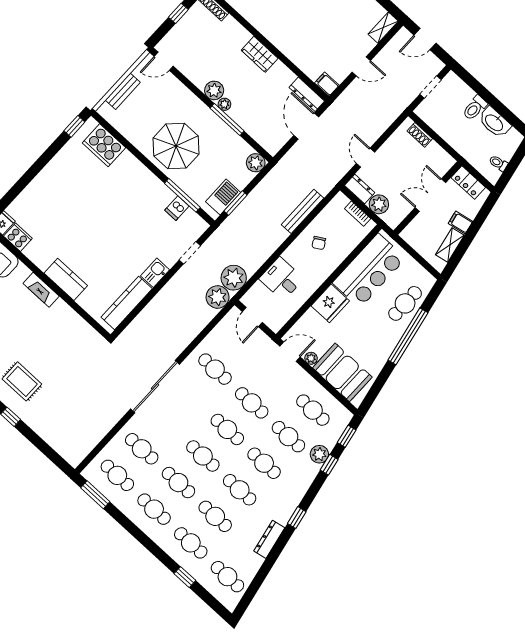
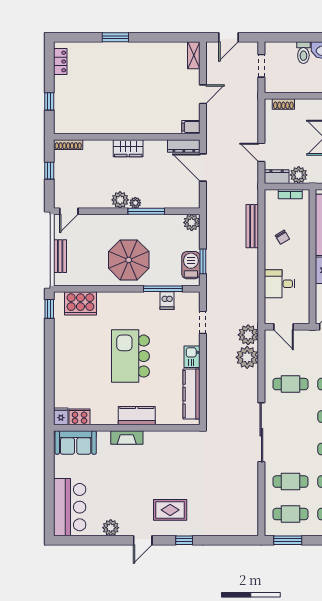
kitchen island: (105, 226) -> (130, 356), added
plant: (234, 278) -> (247, 357), moved

